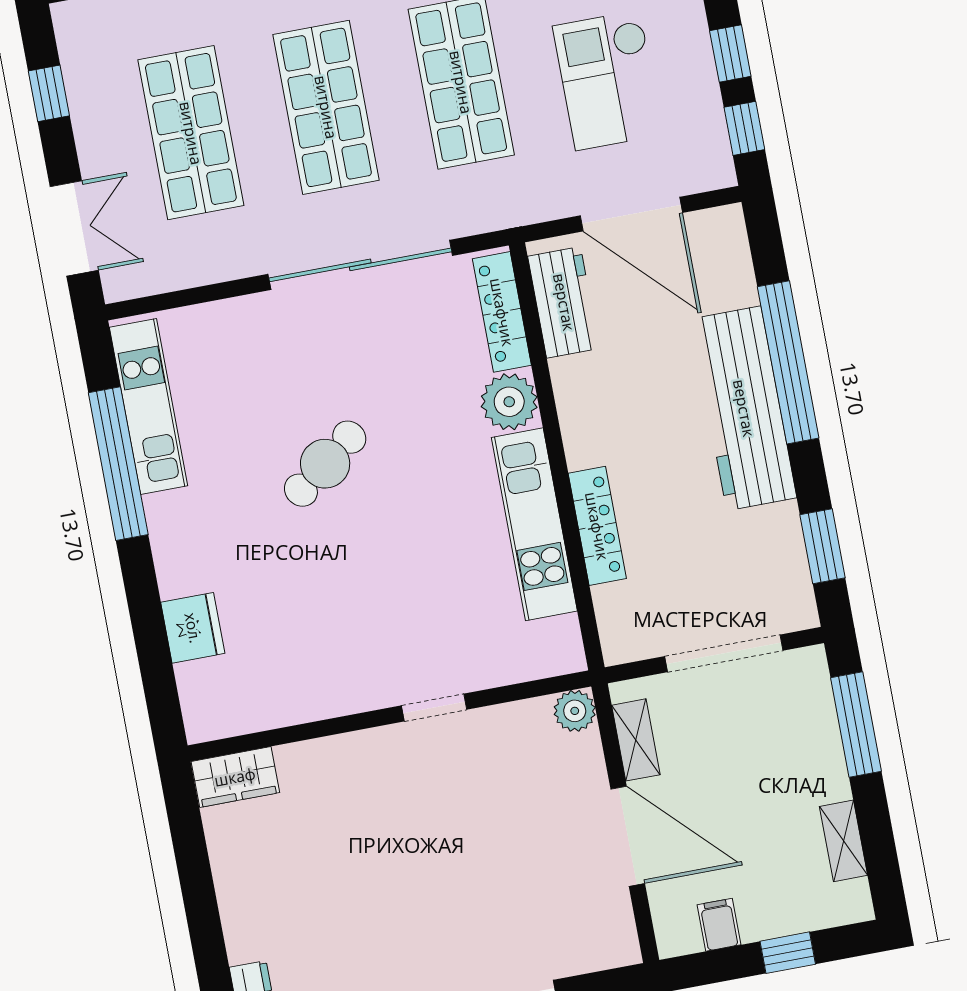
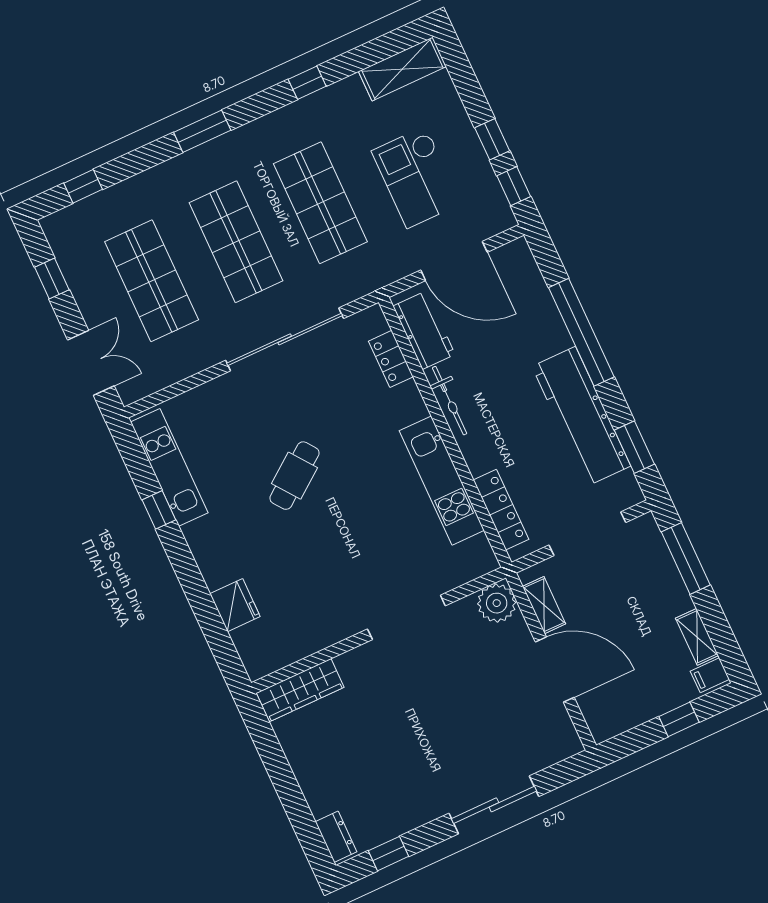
locker: (502, 312) -> (391, 359), width x0.66
plant: (509, 402) -> (405, 404), removed
workbench: (744, 408) -> (581, 416), moved
bicycle: (575, 412) -> (450, 401), added
window: (118, 464) -> (159, 510), width x0.32
locker: (597, 526) -> (501, 510), moved
doorway: (434, 708) -> (406, 617), width x1.88
plant: (575, 711) -> (497, 603), width x1.36, depth x1.36
wardrobe: (235, 777) -> (300, 690), width x1.50
filing cabinet: (719, 925) -> (710, 675), moved, turned -90

